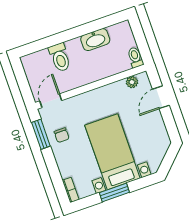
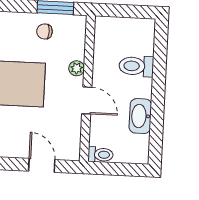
plant: (132, 82) -> (77, 68), moved
door: (51, 101) -> (87, 100), moved

